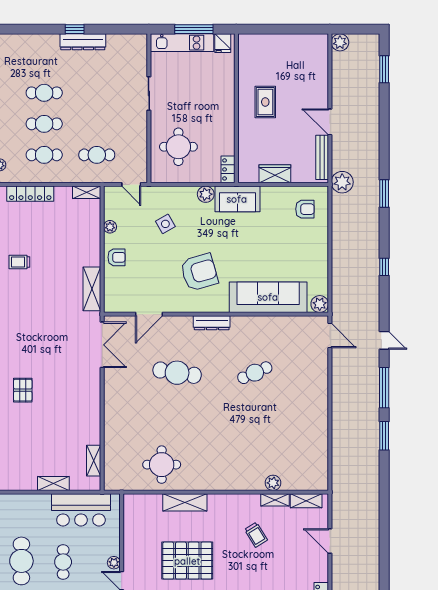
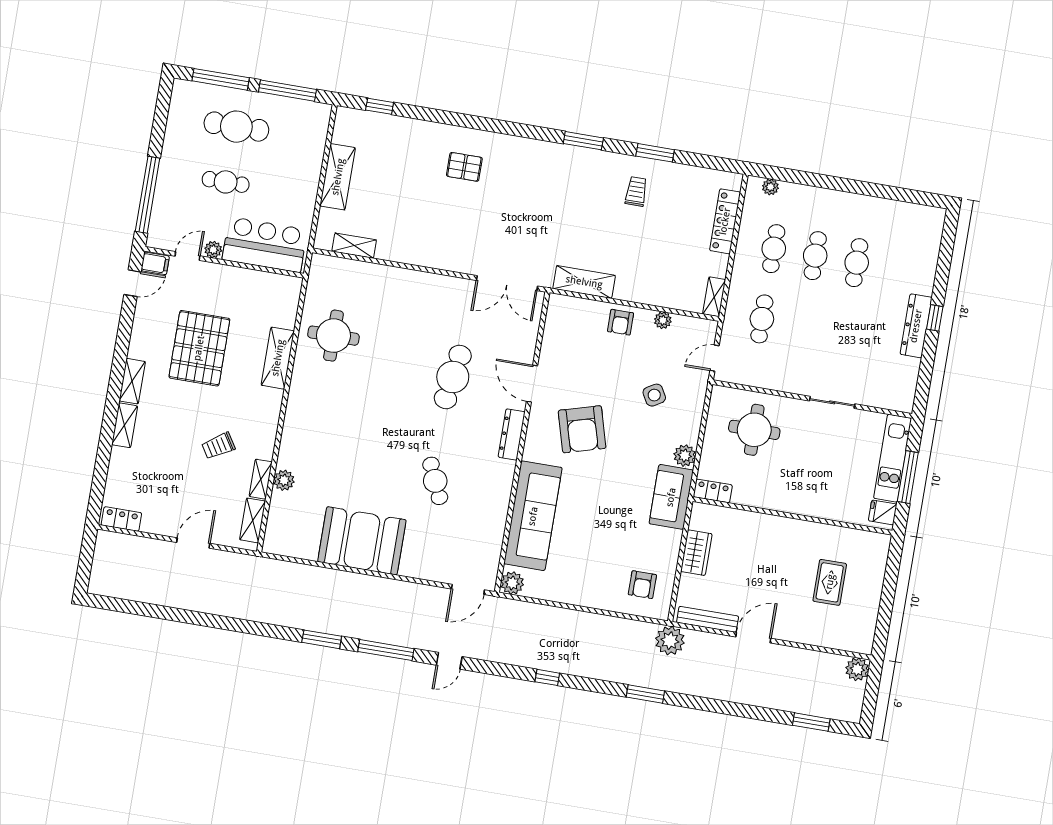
rug: (265, 102) -> (830, 582), moved, turned 90
door: (149, 314) -> (532, 384), moved
booth: (307, 419) -> (362, 541), added
shelving: (53, 484) -> (338, 177), width x1.50, depth x1.33
bar counter: (81, 510) -> (265, 245), moved, turned 90

